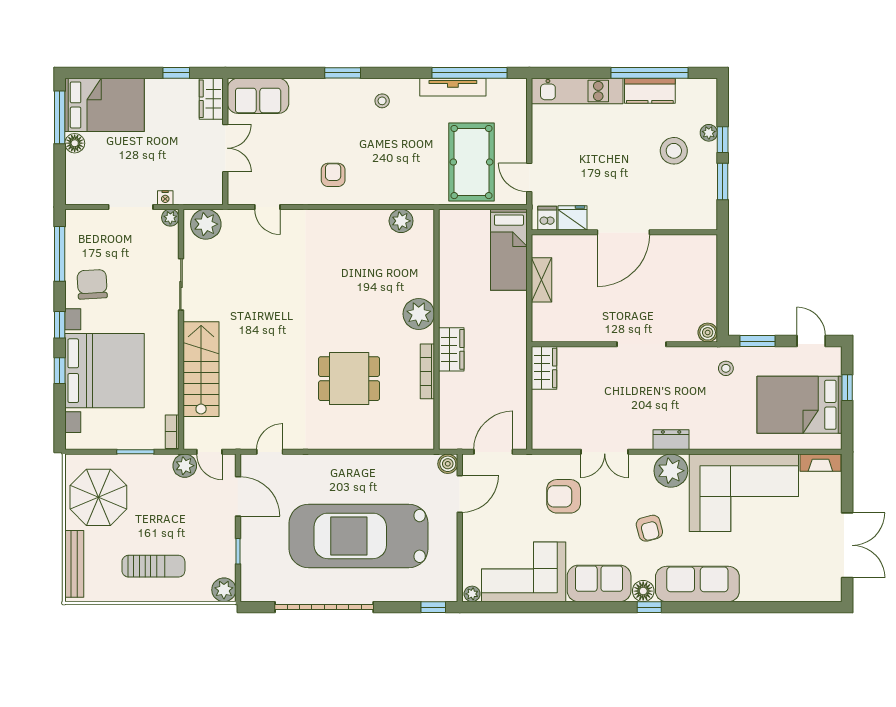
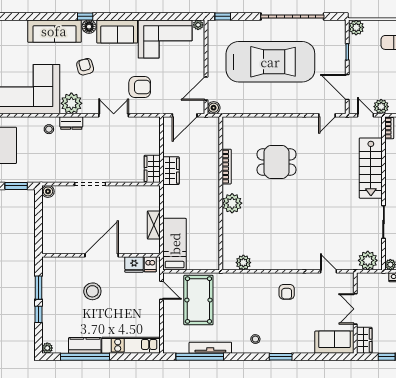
plant: (709, 133) -> (47, 348), moved
stool: (674, 151) -> (92, 291), moved
wardrobe: (451, 349) -> (171, 171), moved, turned 180
stool: (726, 368) -> (49, 129), moved

